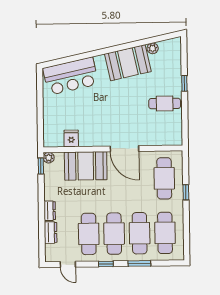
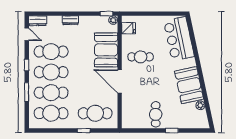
cafe table: (94, 123) -> (141, 57), added
fridge: (71, 138) -> (129, 28), moved
door: (124, 149) -> (120, 81), hinge flipped
dresser: (51, 233) -> (38, 21), moved
door: (68, 264) -> (27, 34), swing flipped

